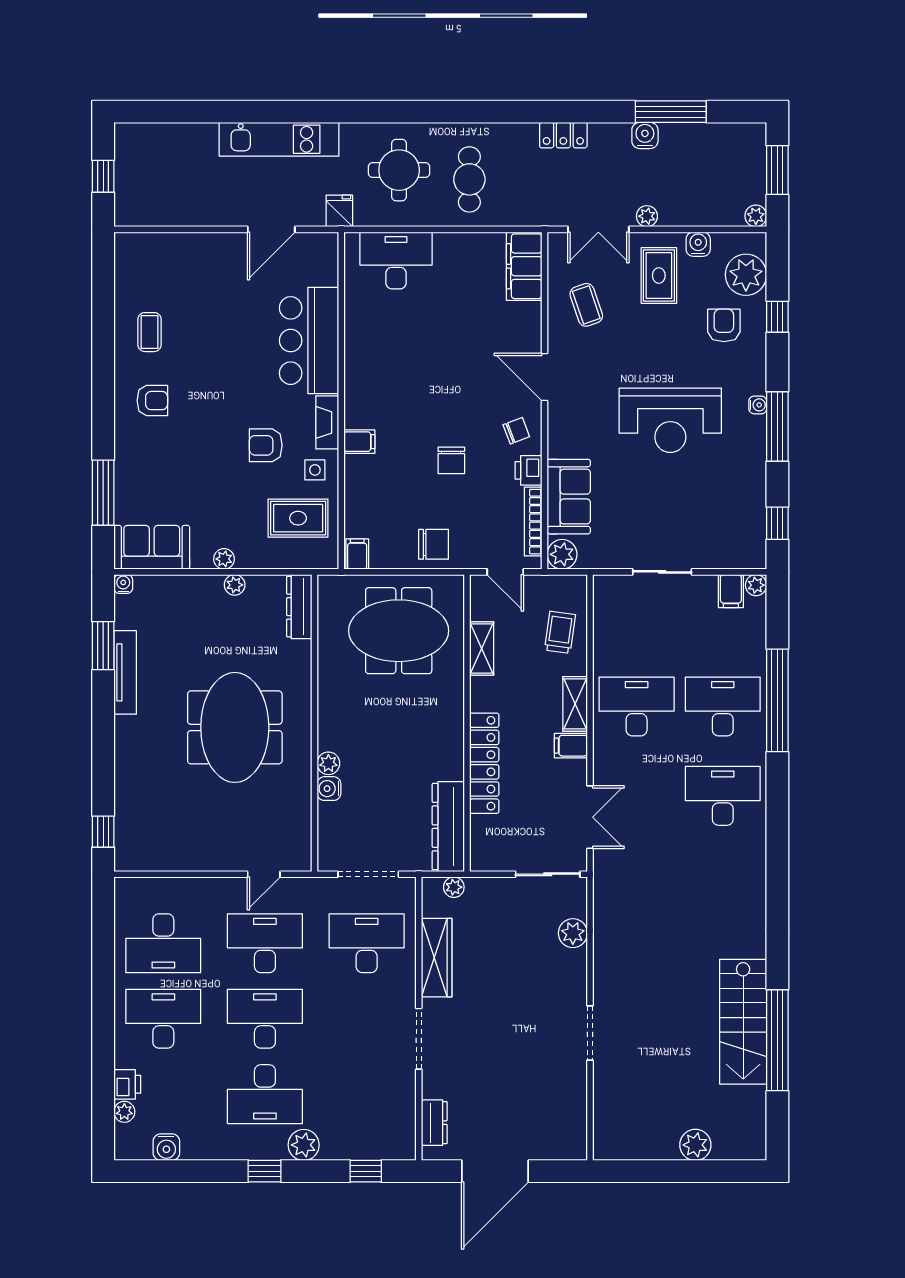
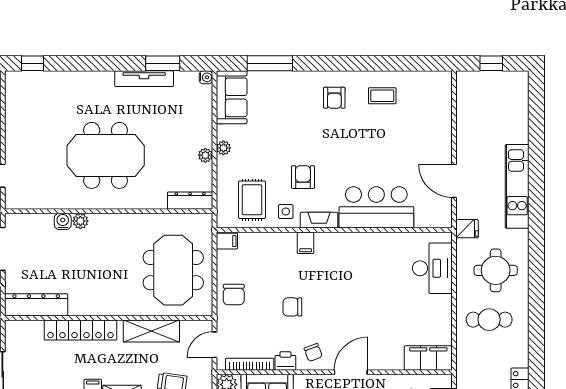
shelving: (482, 649) -> (151, 331), width x1.50, depth x1.33

